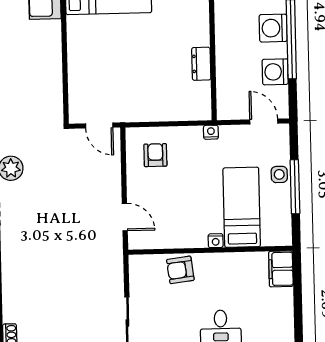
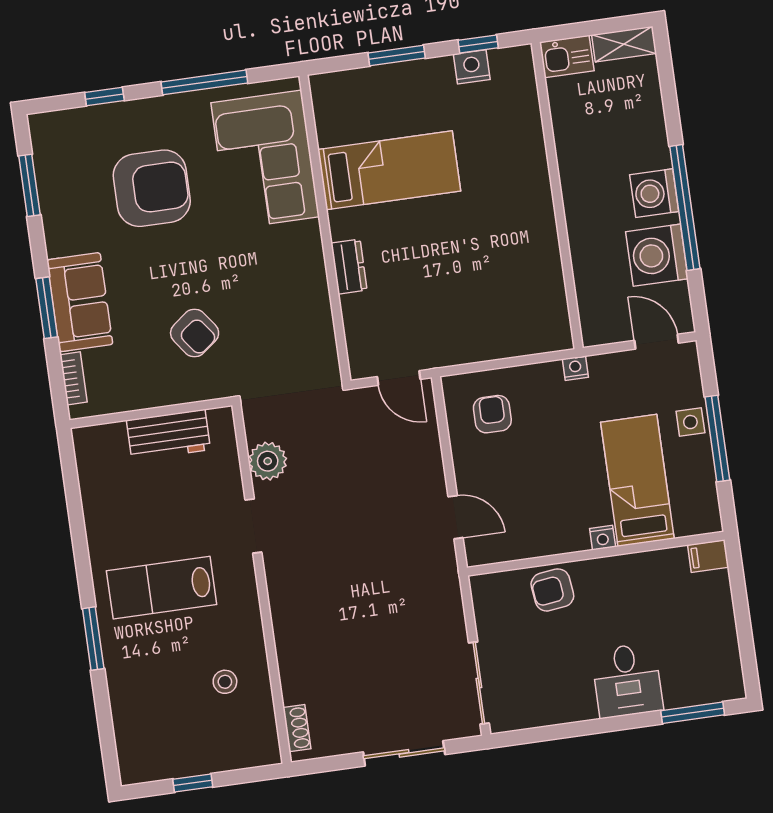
dresser: (201, 64) -> (349, 267), moved, turned 180
washing machine: (275, 72) -> (657, 255), width x1.37, depth x1.37
filing cabinet: (281, 269) -> (708, 556), width x0.50

